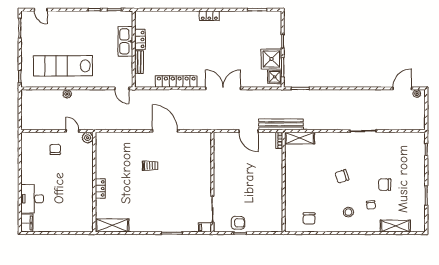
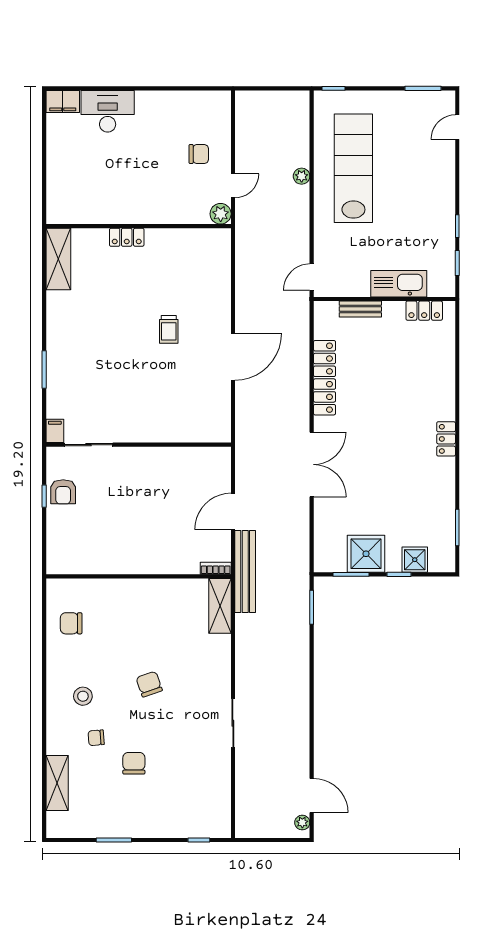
locker: (140, 39) -> (424, 311), moved
shower: (275, 77) -> (415, 560), moved

